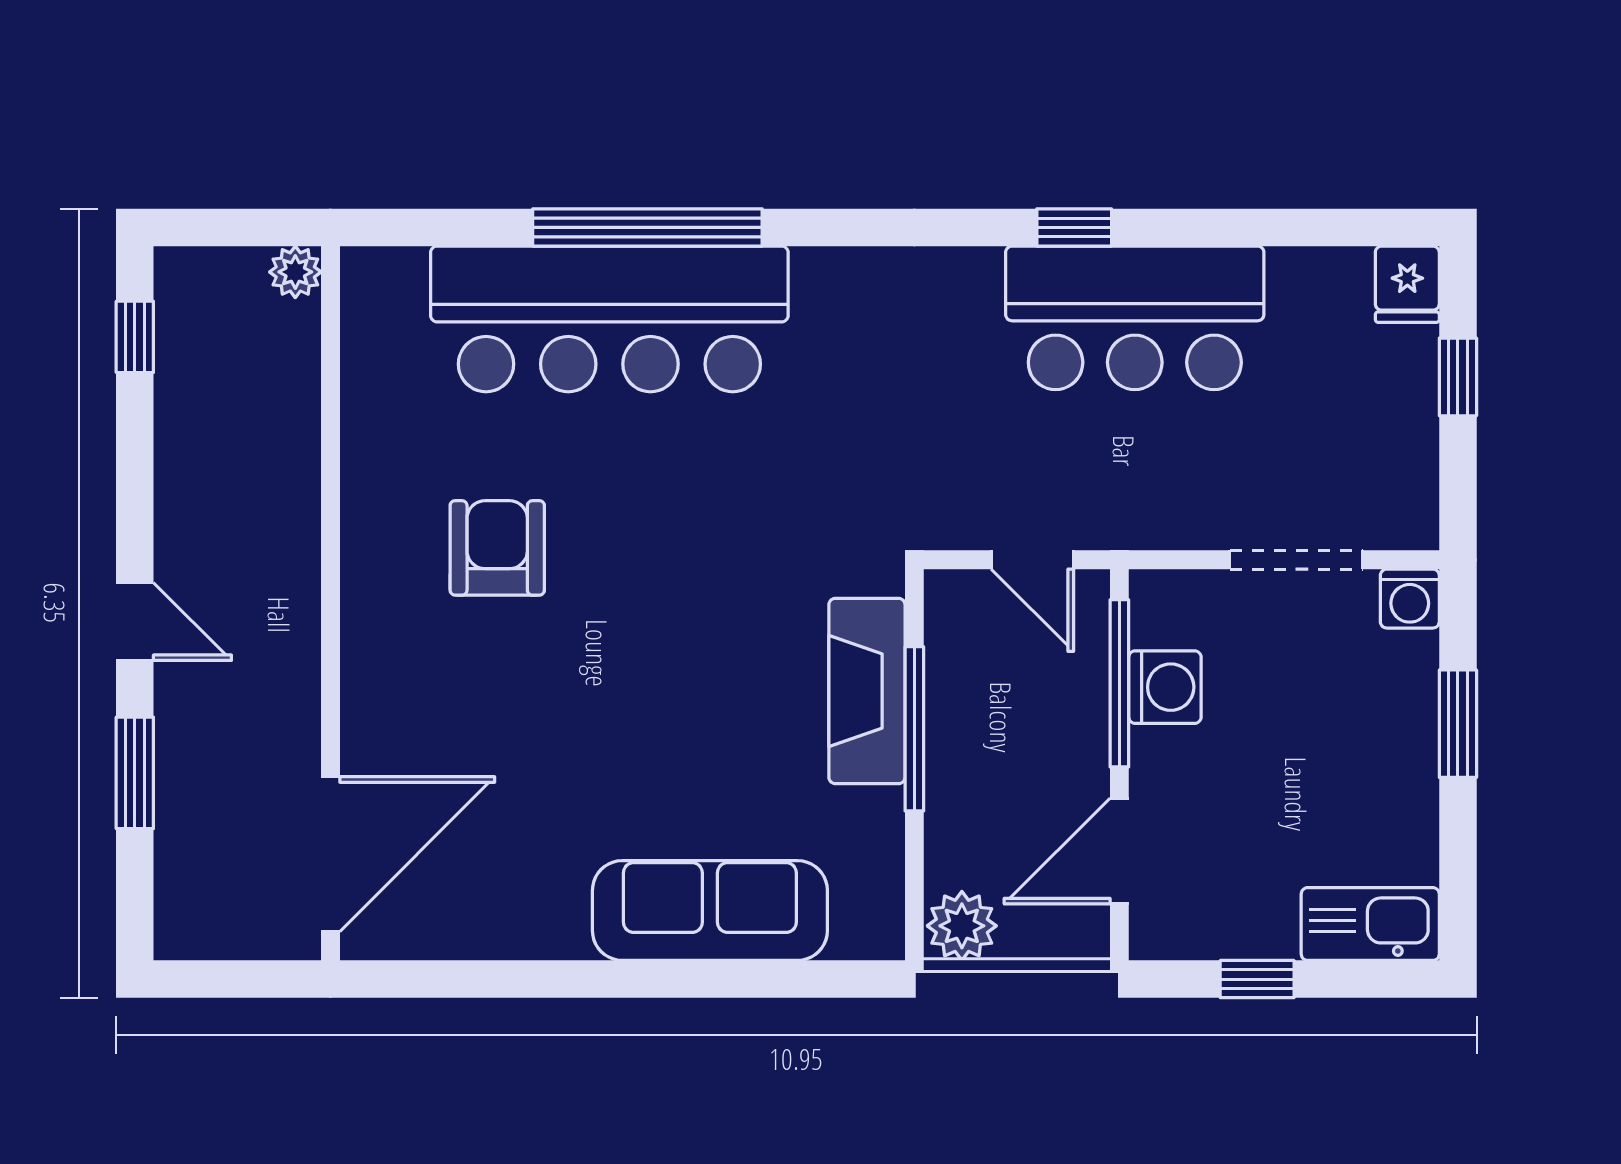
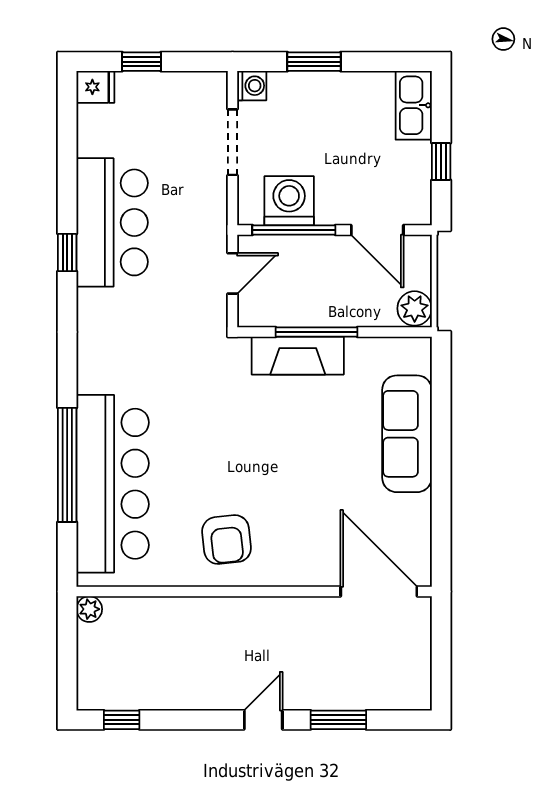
plant: (295, 272) -> (89, 609), moved
armchair: (497, 548) -> (227, 540), turned -96
wall: (330, 603) -> (254, 592), moved
washing machine: (1165, 687) -> (289, 201), width x1.37, depth x1.37
door: (330, 854) -> (379, 592), moved

